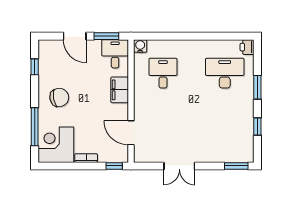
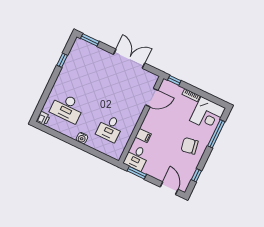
door: (75, 36) -> (169, 188), moved
water cooler: (140, 46) -> (82, 138), moved
window: (257, 87) -> (49, 87), removed
filing cabinet: (120, 90) -> (143, 136), width x0.50
door: (131, 133) -> (152, 98), hinge flipped
double door: (179, 166) -> (129, 59), width x1.37

